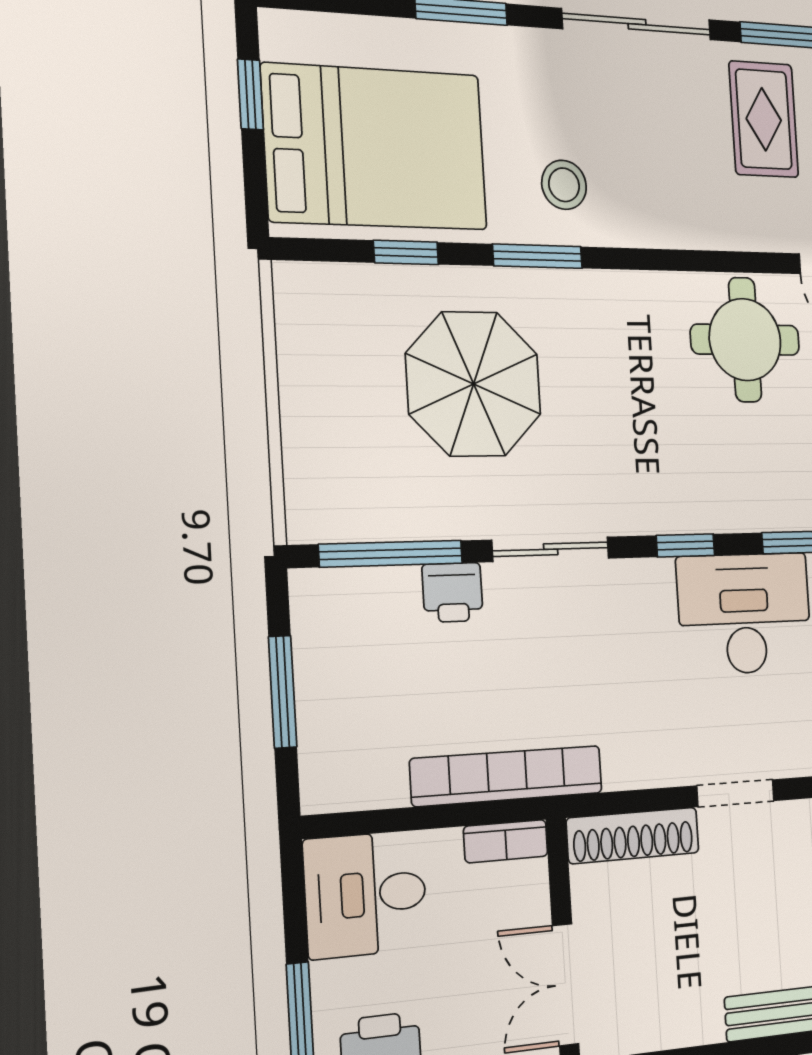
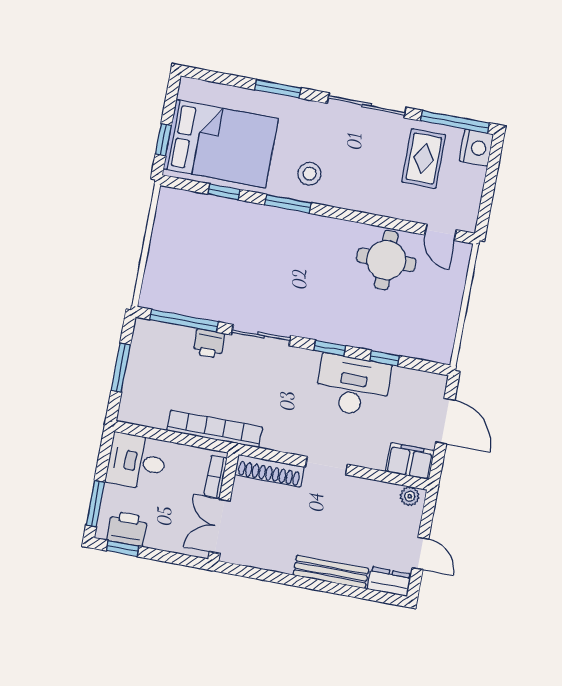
window: (250, 94) -> (163, 140), moved
parasol: (474, 384) -> (242, 255), removed
bookcase: (506, 841) -> (216, 477), moved, turned 90

